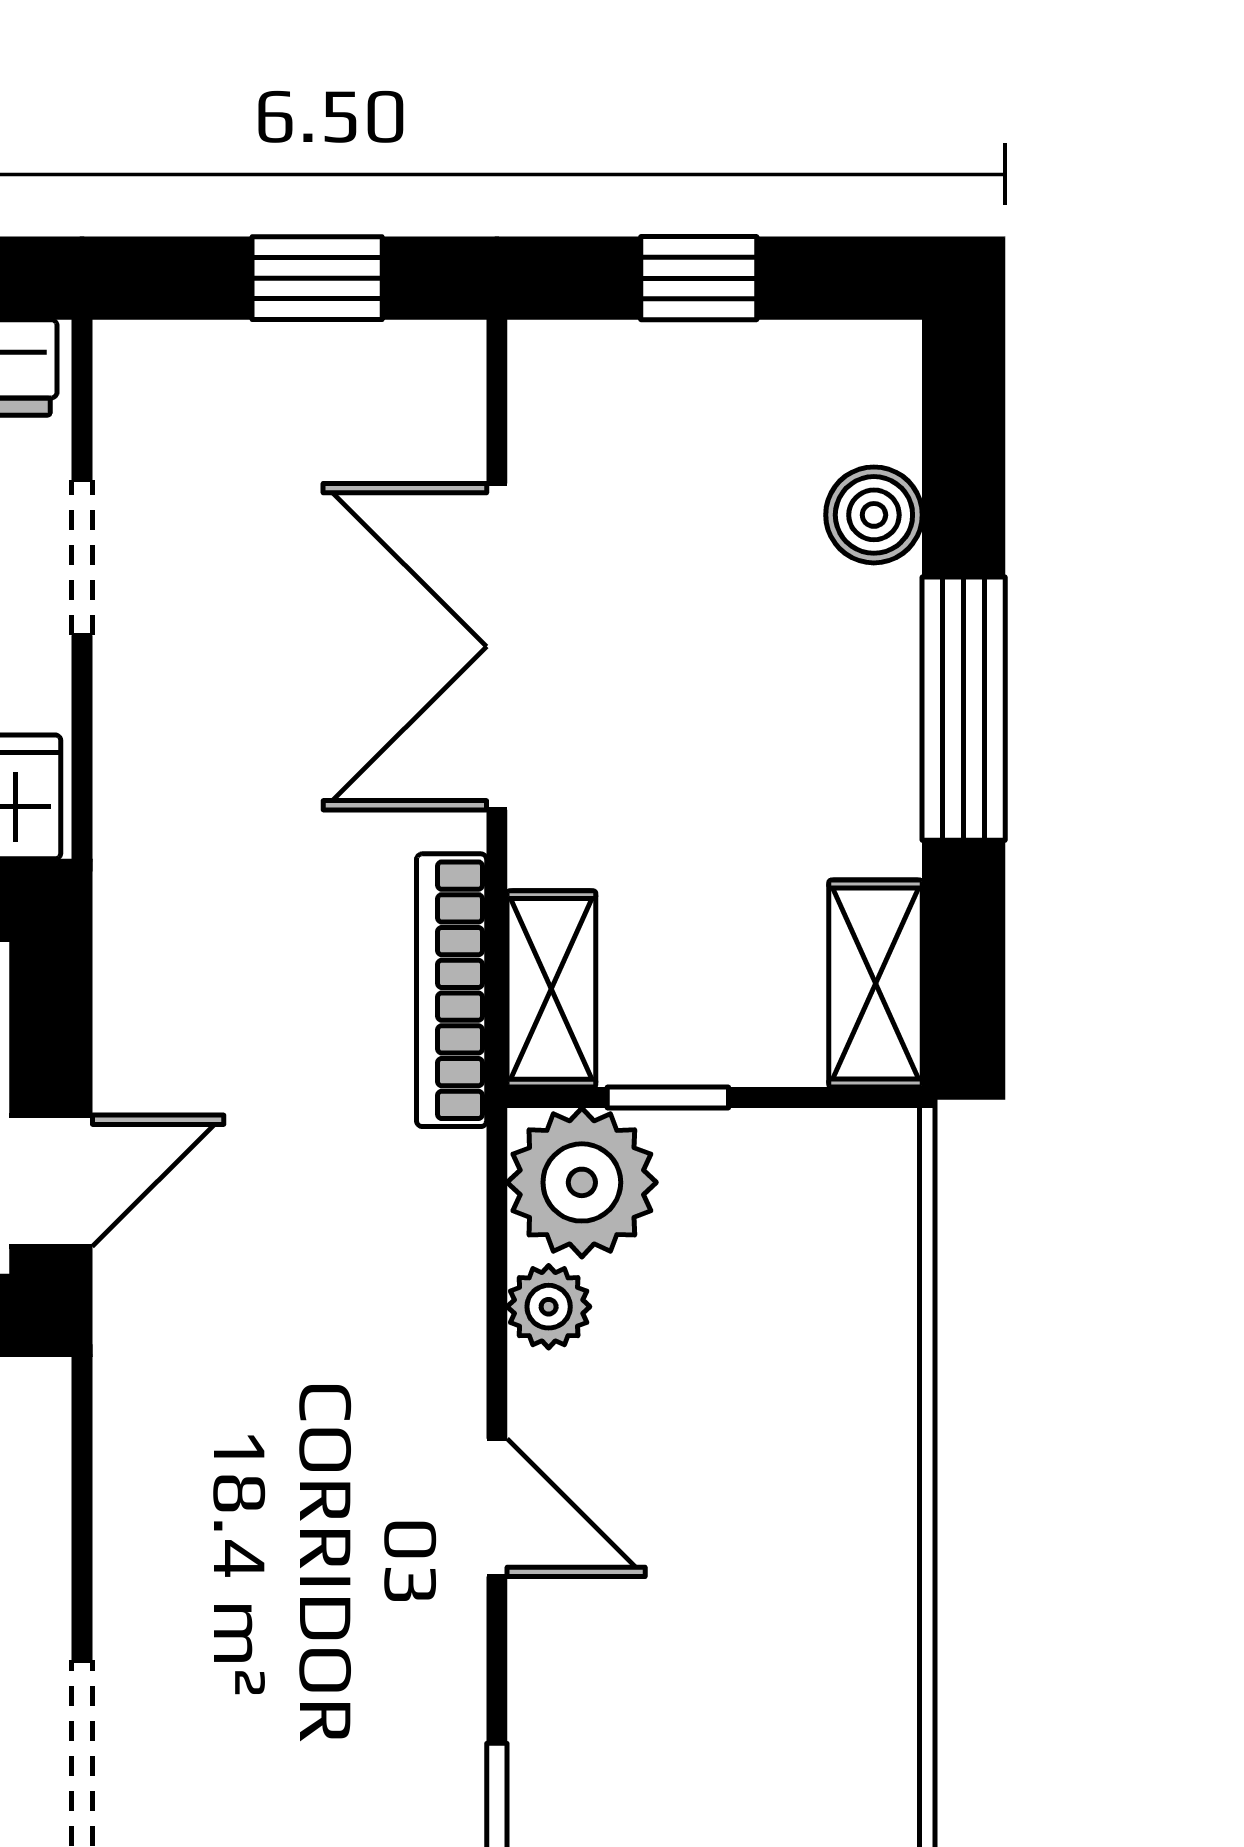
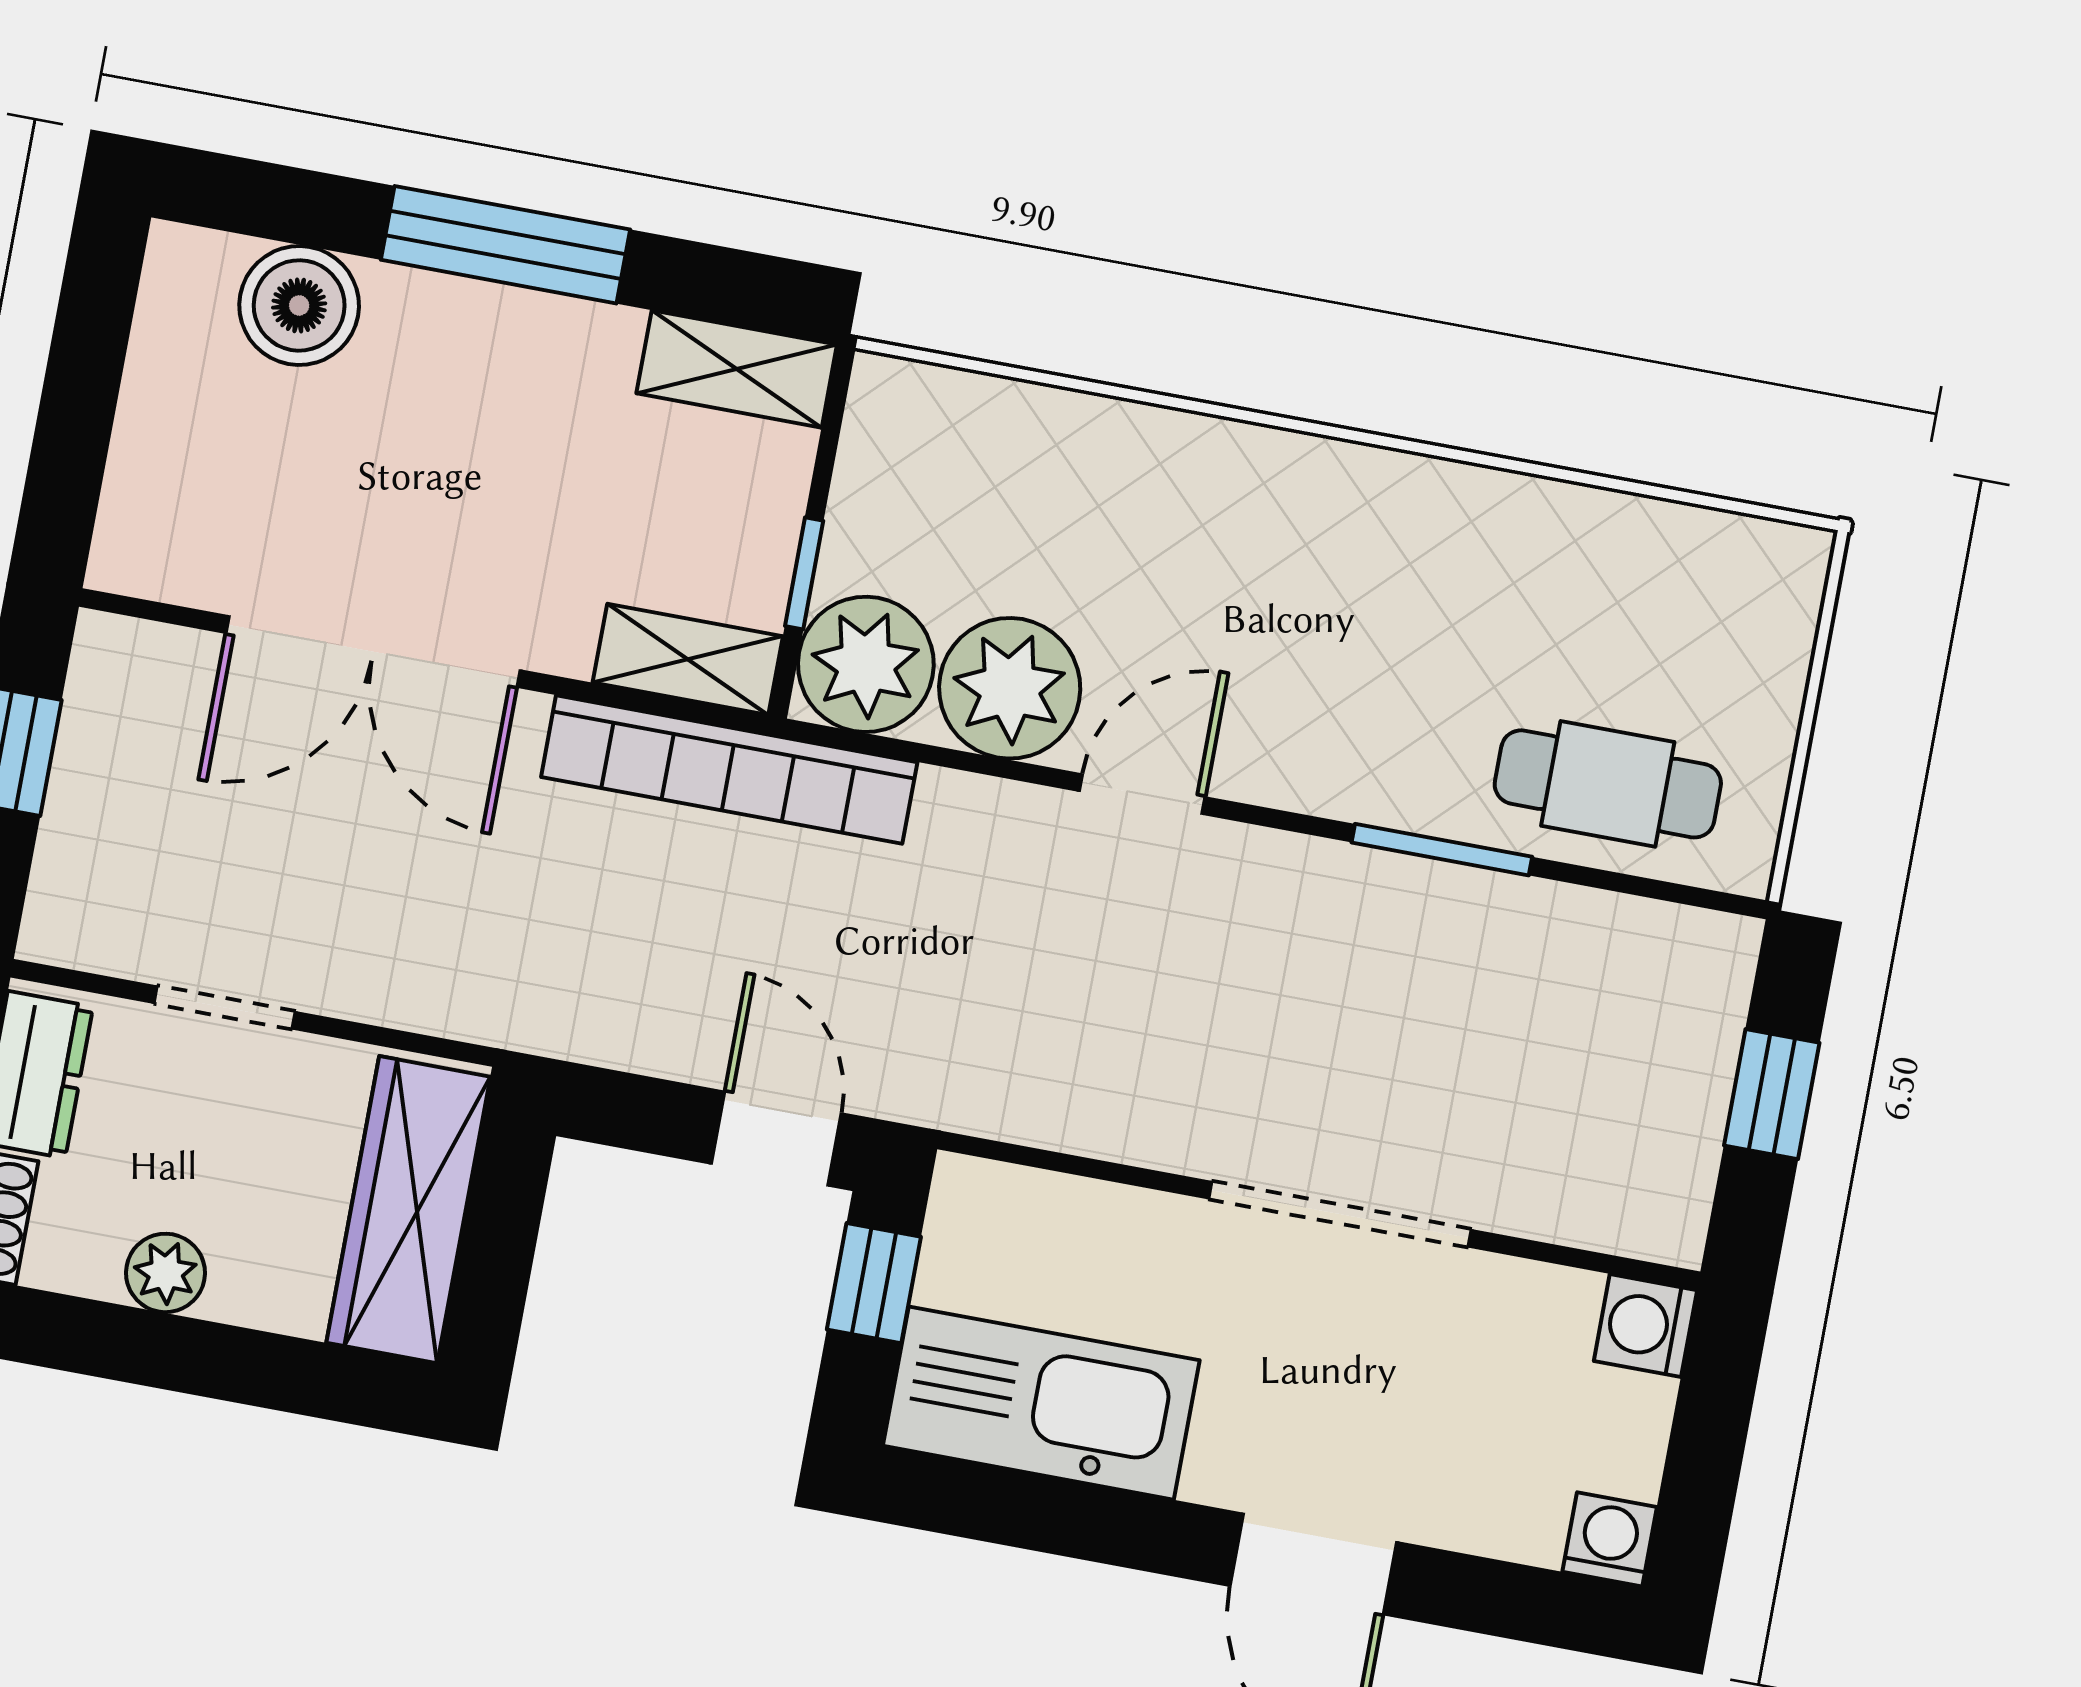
window: (699, 278) -> (77, 410), removed
boiler: (874, 515) -> (299, 305), width x1.36, depth x1.36
bookcase: (452, 990) -> (729, 770), width x1.48, depth x1.31
plant: (549, 1307) -> (1010, 688), width x1.88, depth x1.88

